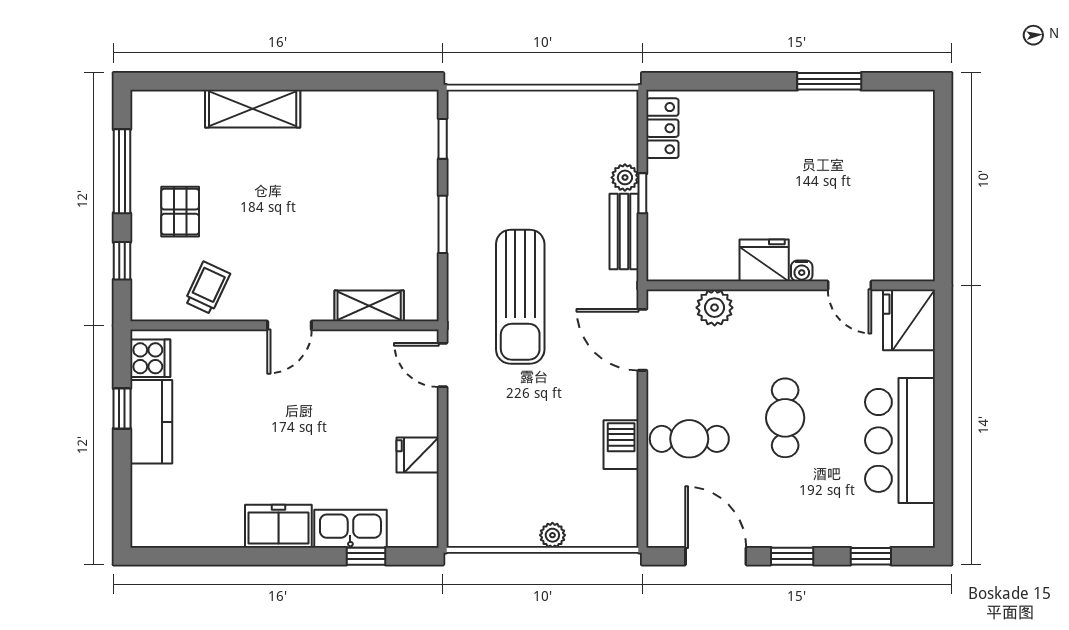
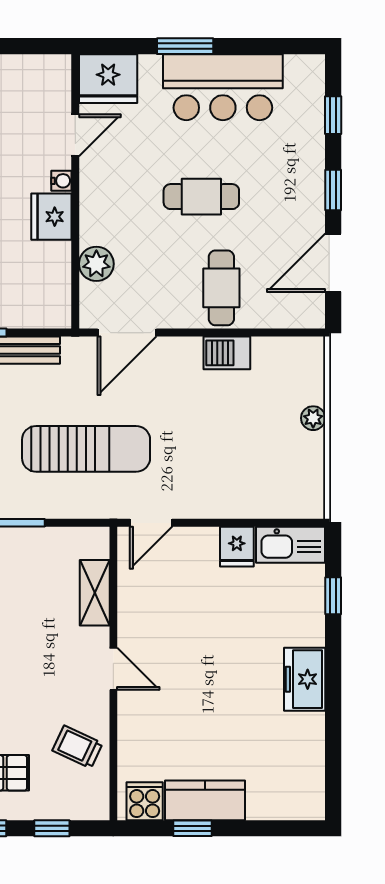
window: (943, 401) -> (185, 46), added
kitchen sink: (350, 529) -> (291, 545), moved, turned -90

